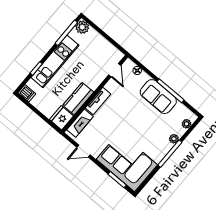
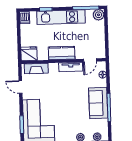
kitchen counter: (78, 99) -> (62, 53), moved
tv unit: (98, 101) -> (71, 67), moved

